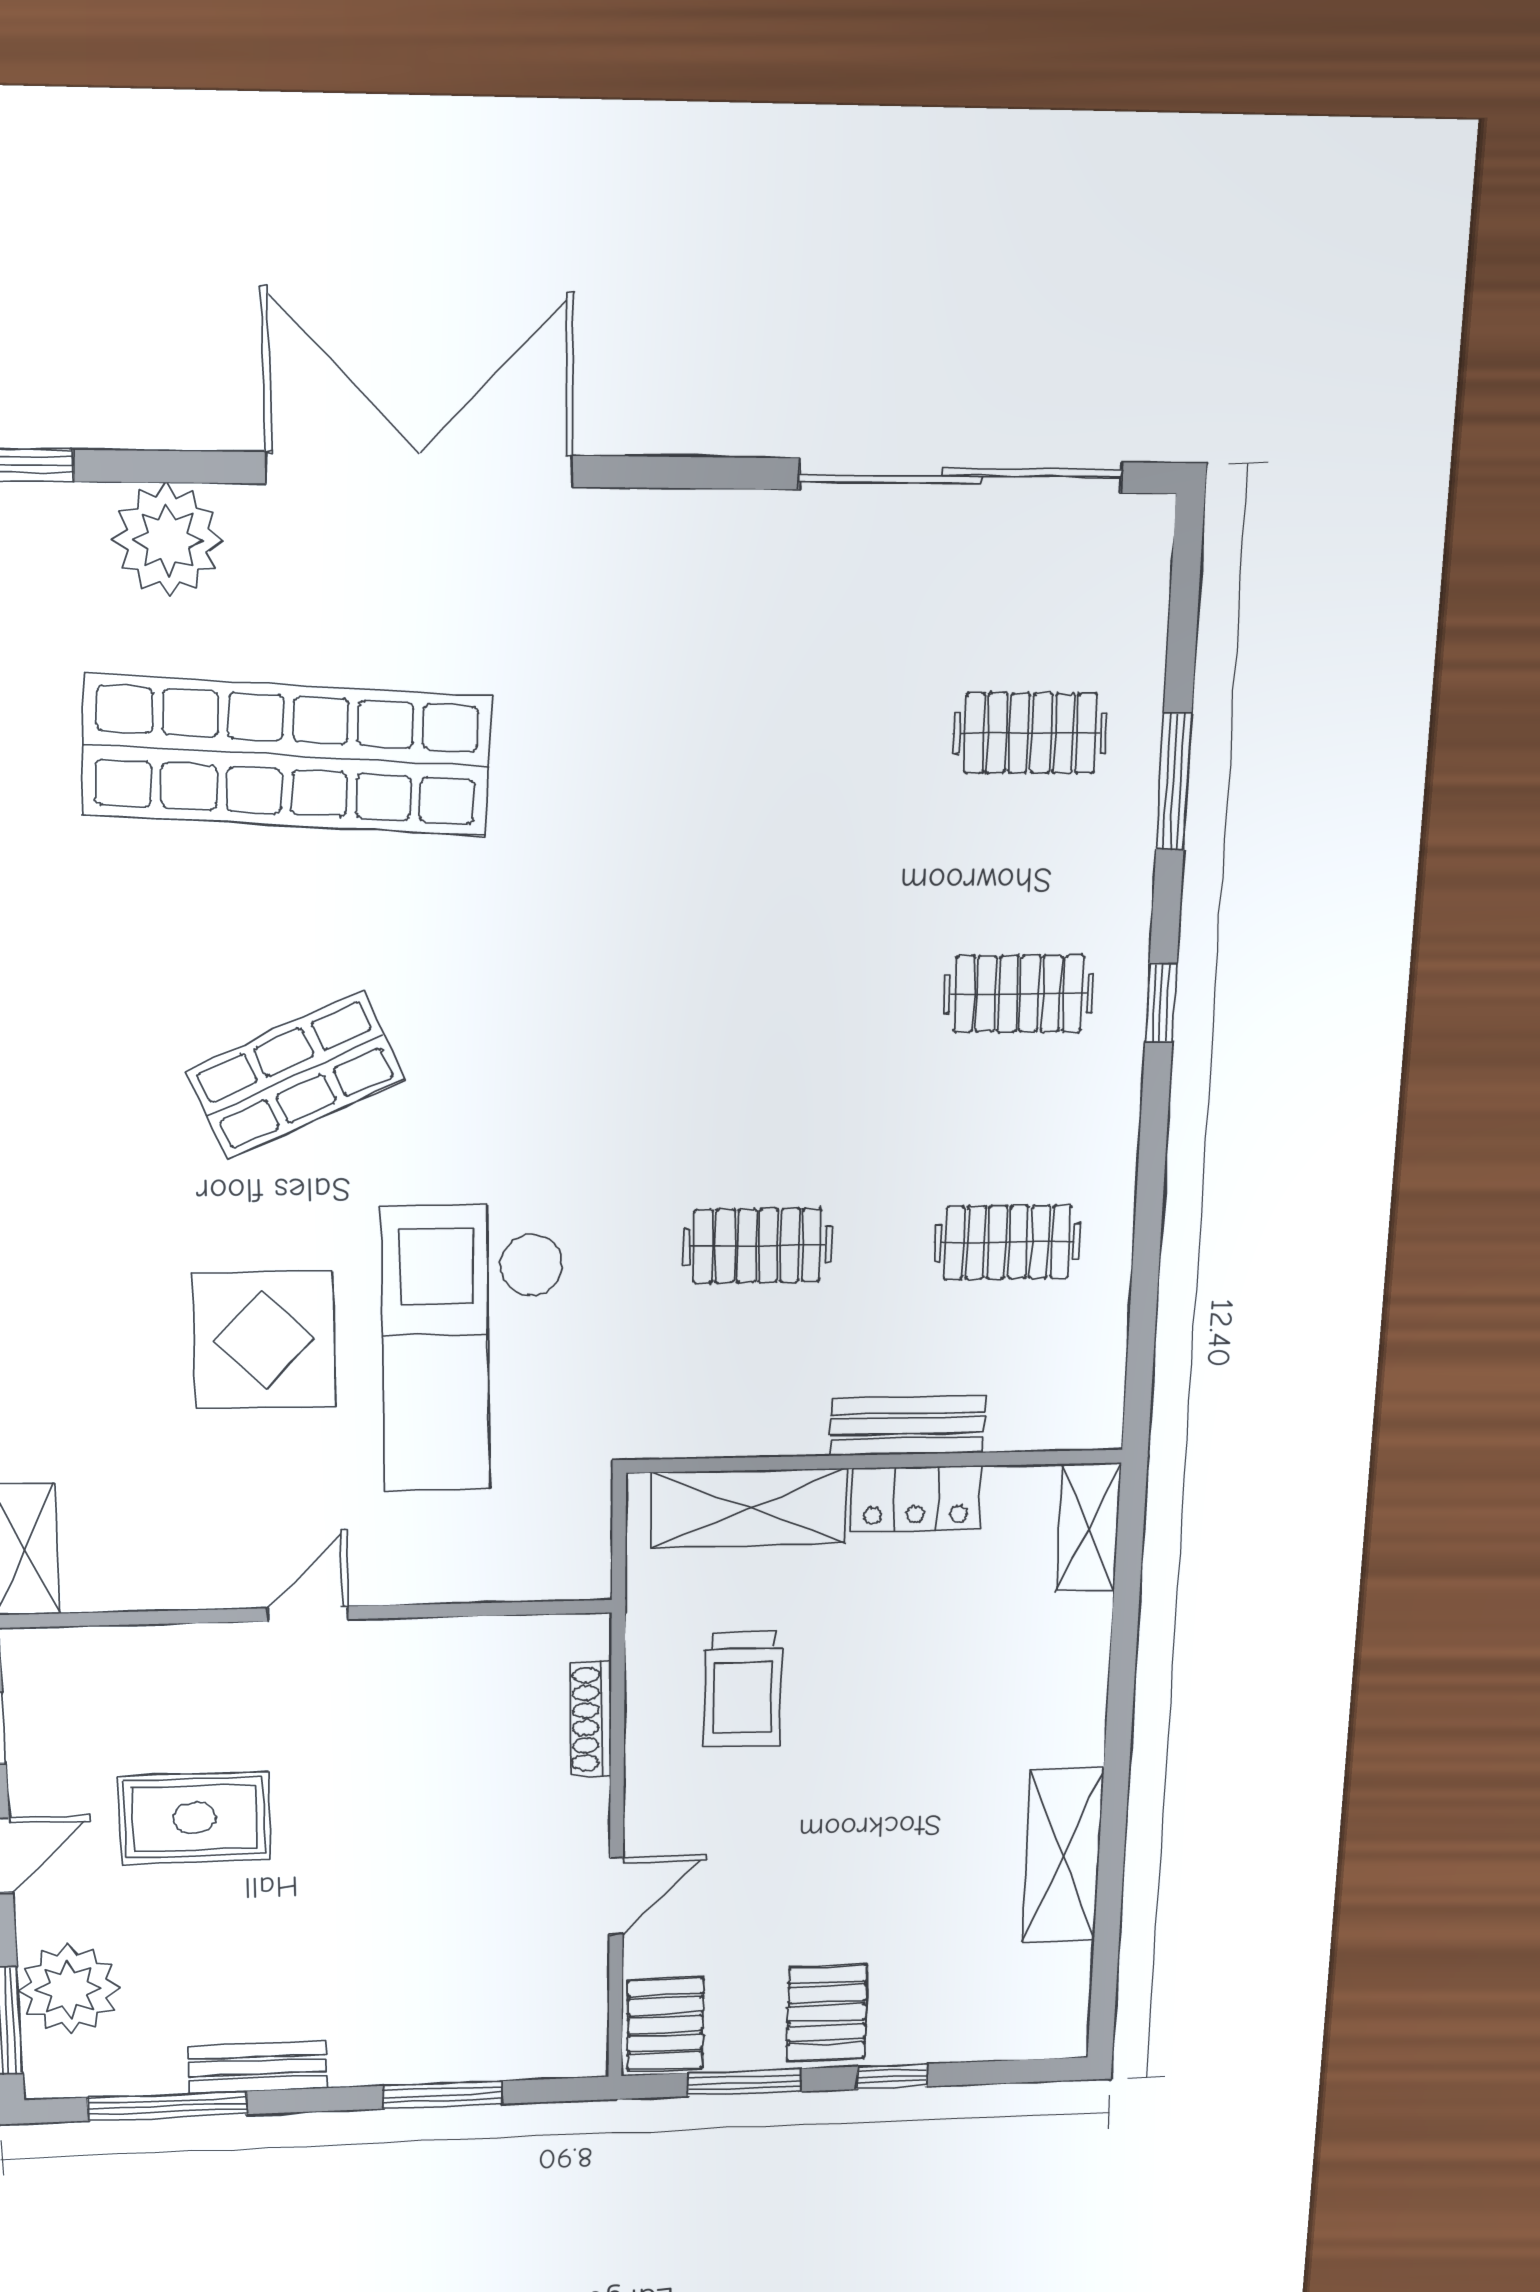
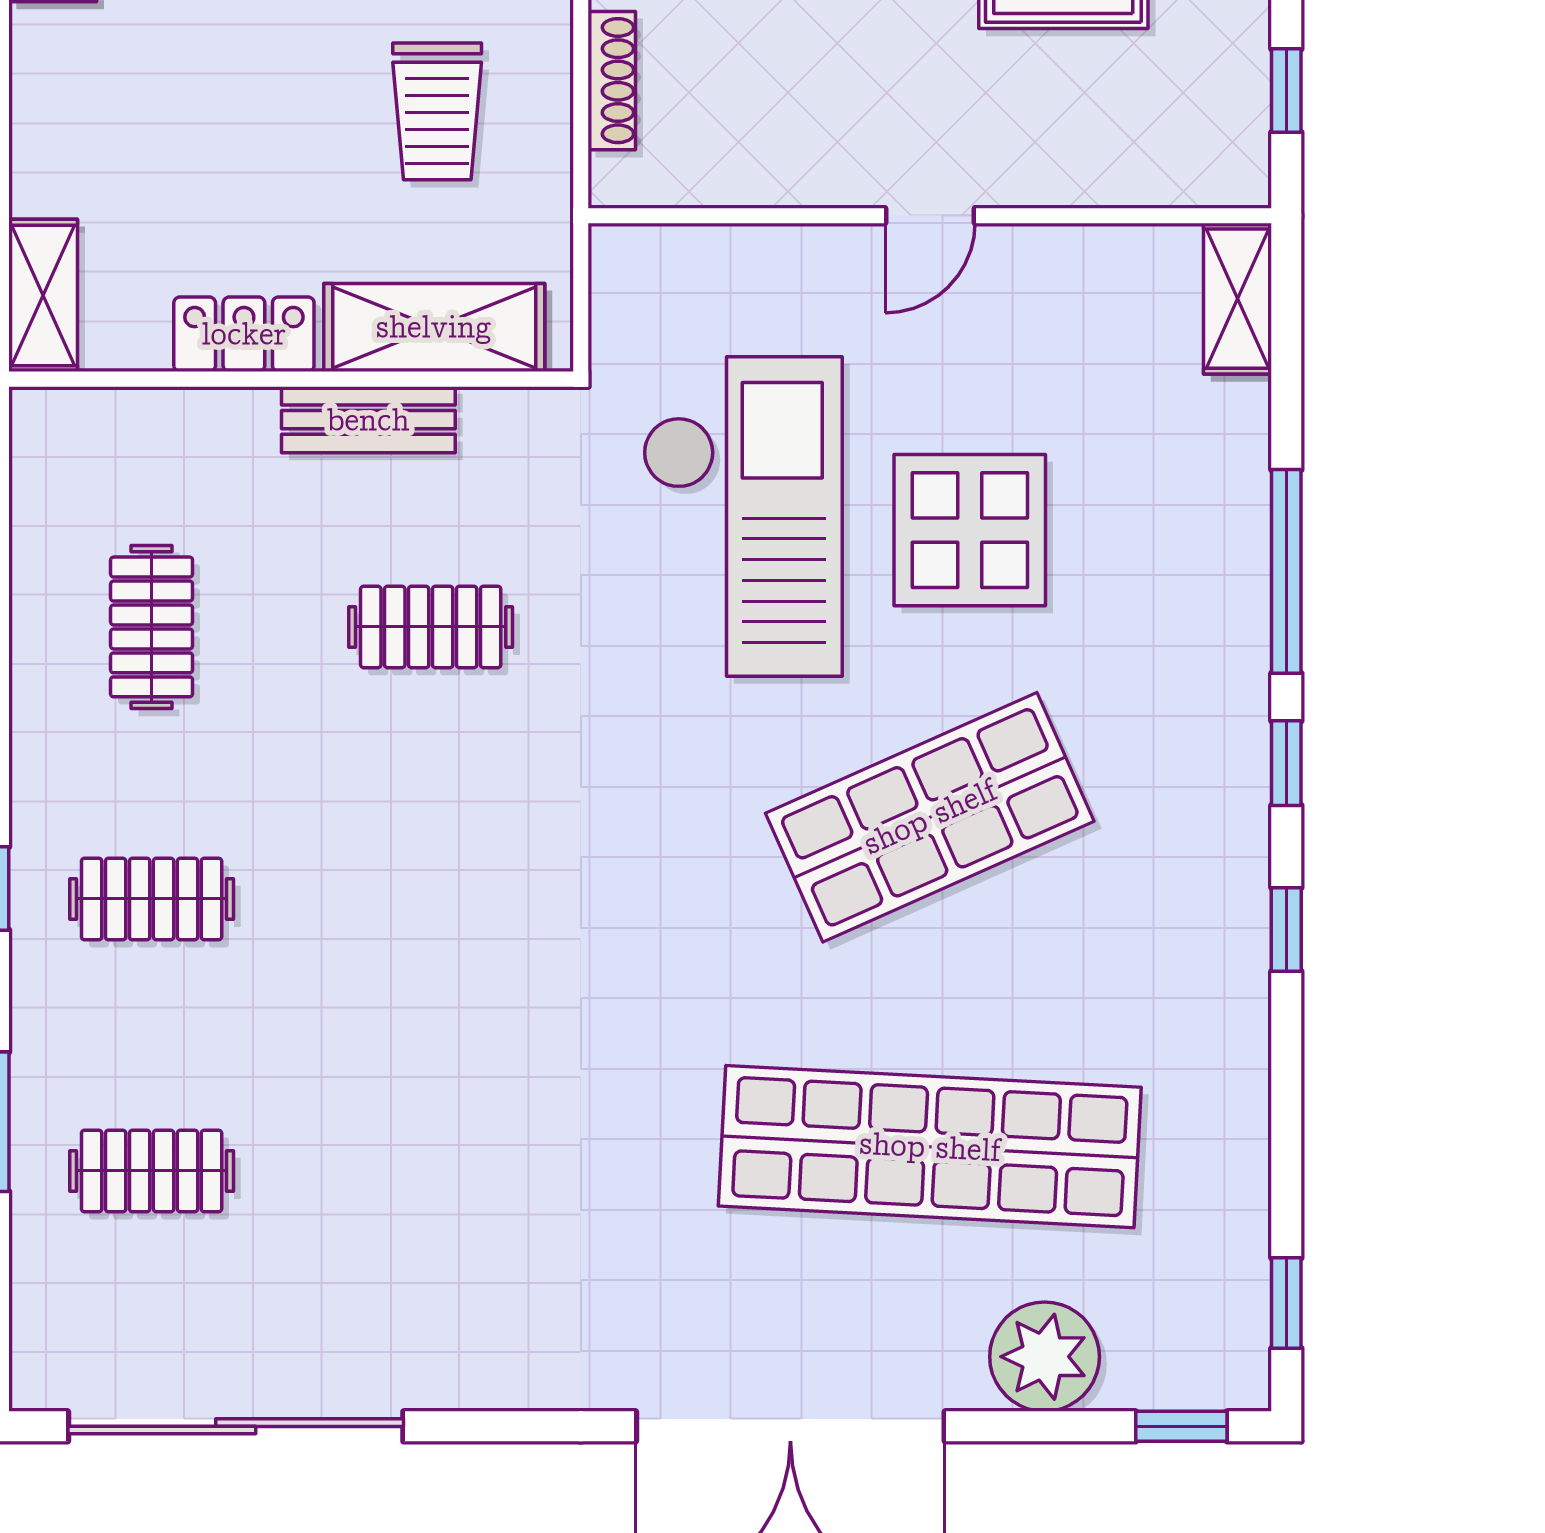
shop shelf: (295, 1075) -> (930, 817), width x1.43, depth x1.36
clothes rail: (1008, 1242) -> (152, 627), turned 90
bench: (907, 1426) -> (368, 420), moved
trolley: (743, 1689) -> (437, 111), turned 180

